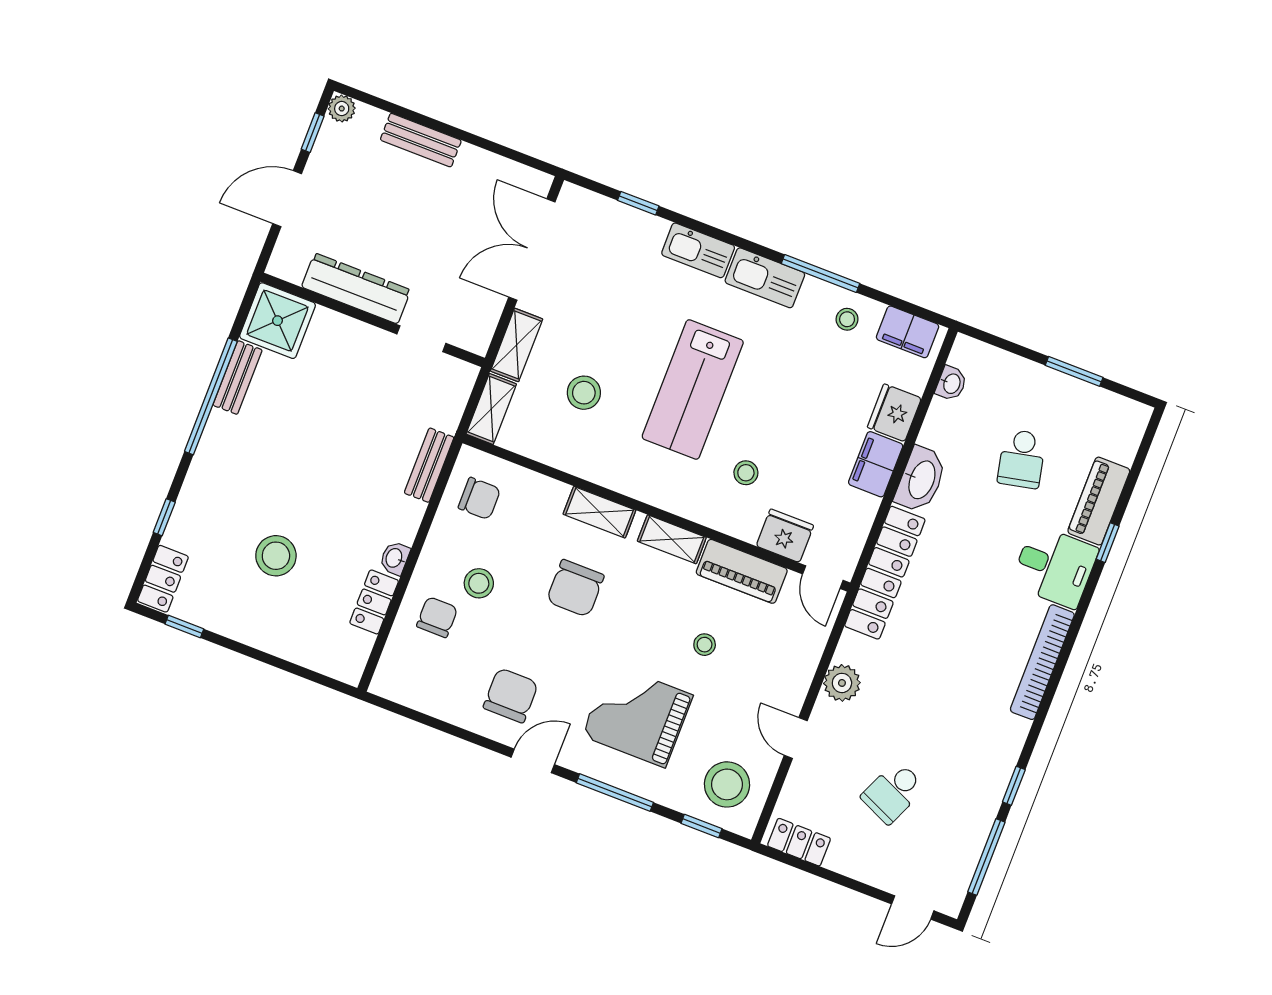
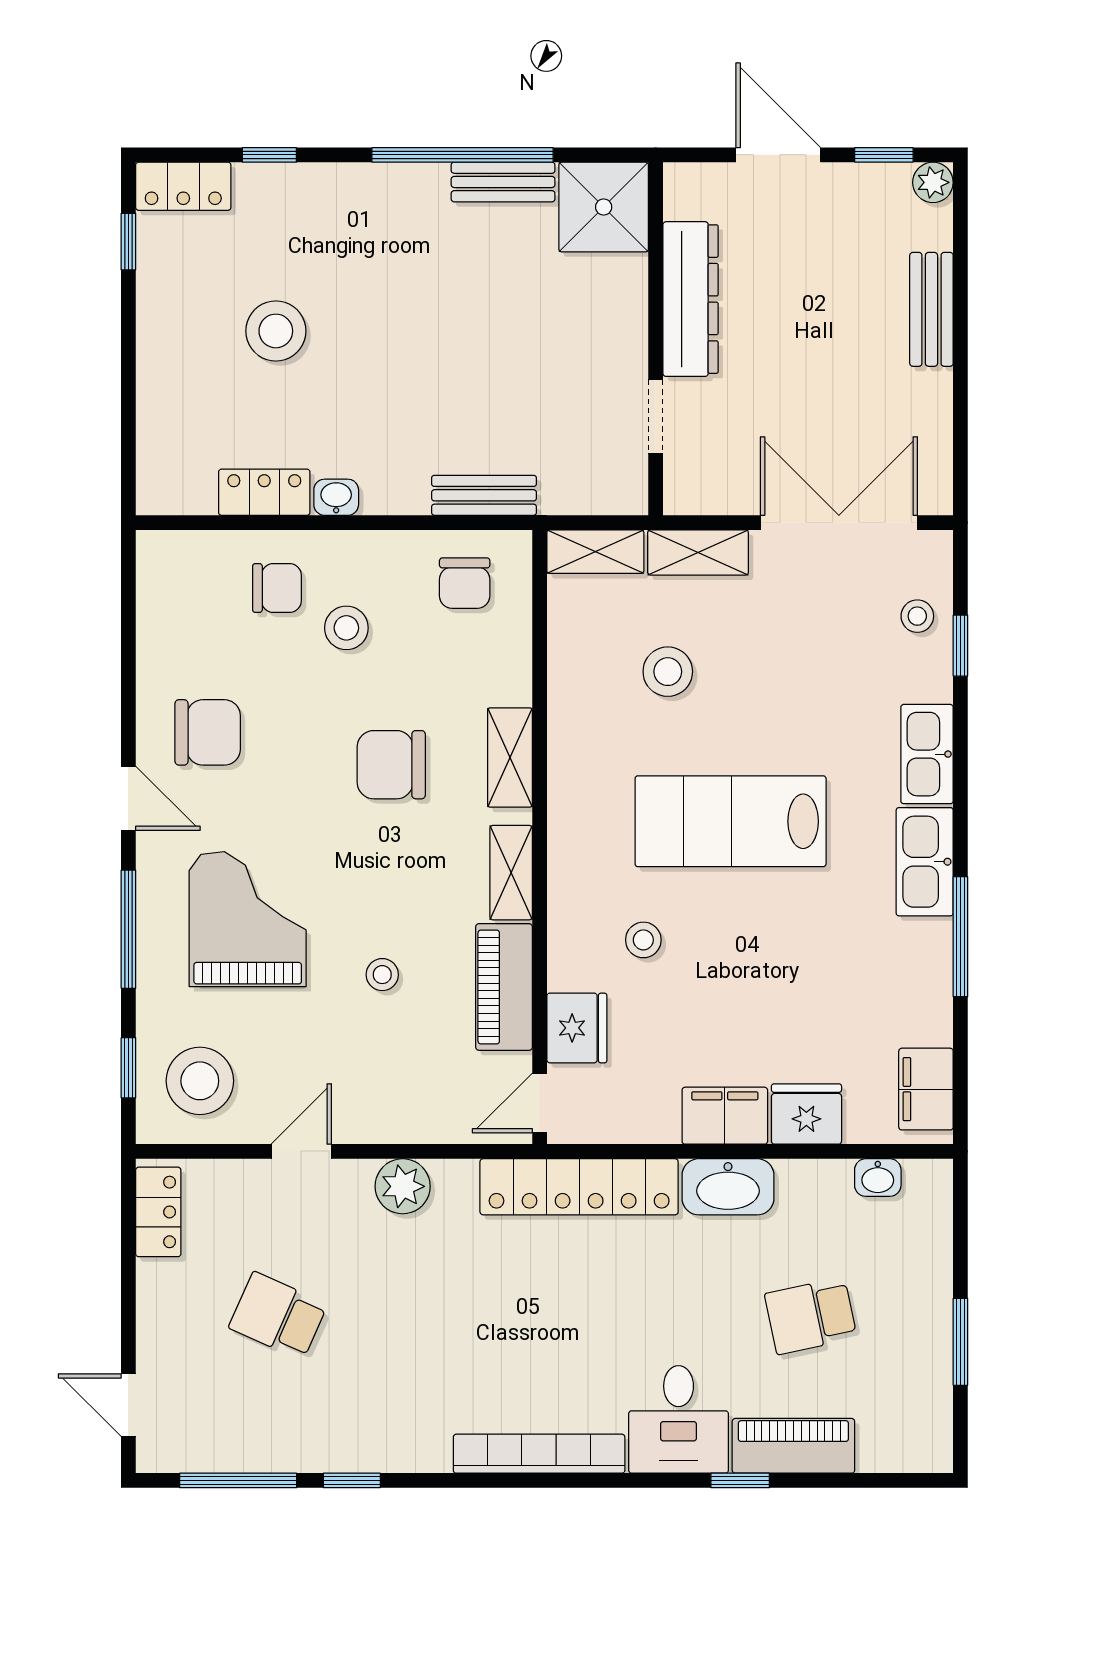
stool: (847, 319) -> (917, 616), moved

